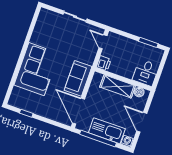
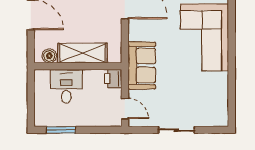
desk: (146, 73) -> (66, 86), moved
sofa: (78, 78) -> (142, 65), moved

